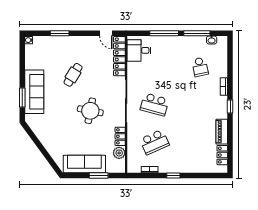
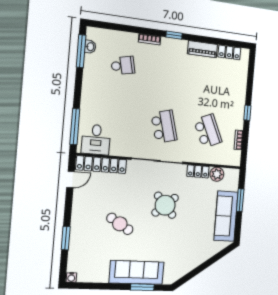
window: (164, 33) -> (75, 127), moved
window: (197, 33) -> (81, 51), moved
school desk: (155, 104) -> (164, 127), turned -30
round table: (90, 111) -> (165, 205), turned 38

